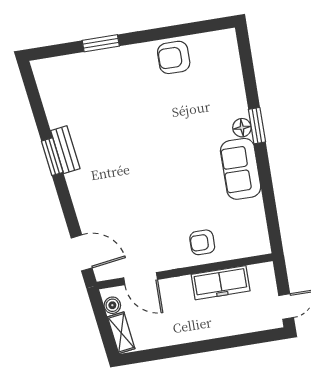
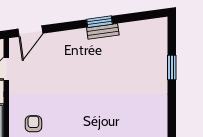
armchair: (174, 57) -> (154, 116), removed
armchair: (202, 242) -> (33, 124), moved

